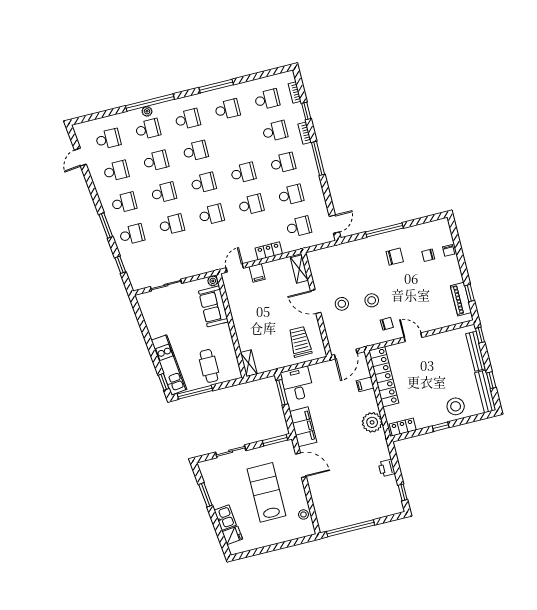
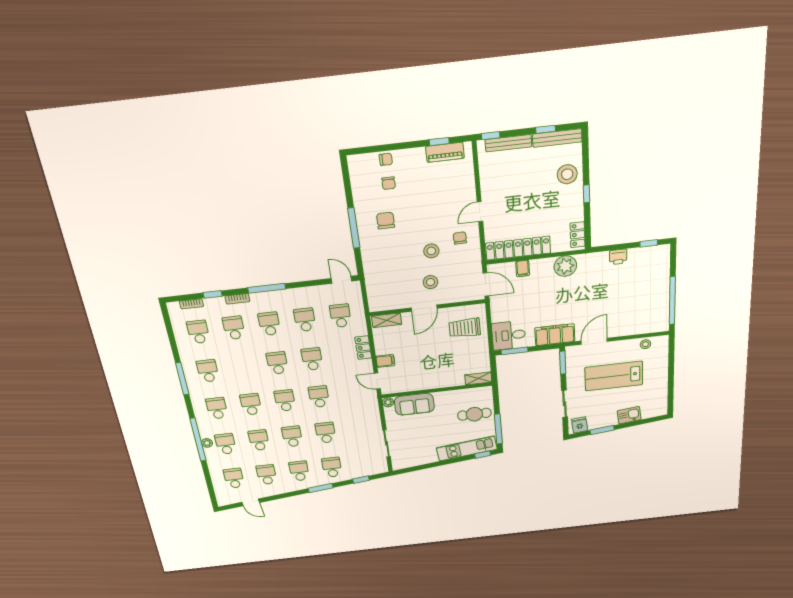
fridge: (232, 535) -> (580, 425), moved

